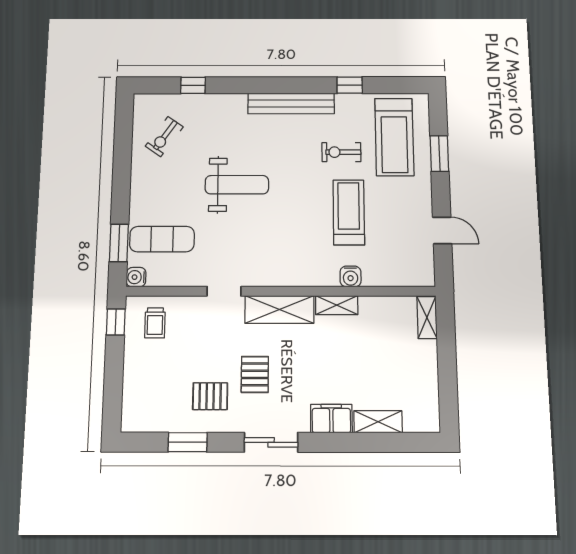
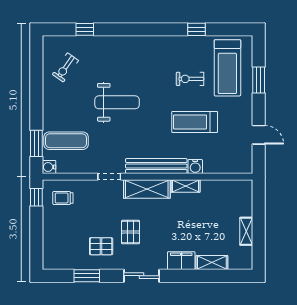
bench: (291, 103) -> (156, 166), moved
treadmill: (349, 212) -> (195, 122), turned -90
shelving: (427, 318) -> (246, 231), moved
trolley: (155, 323) -> (63, 198), turned 90

